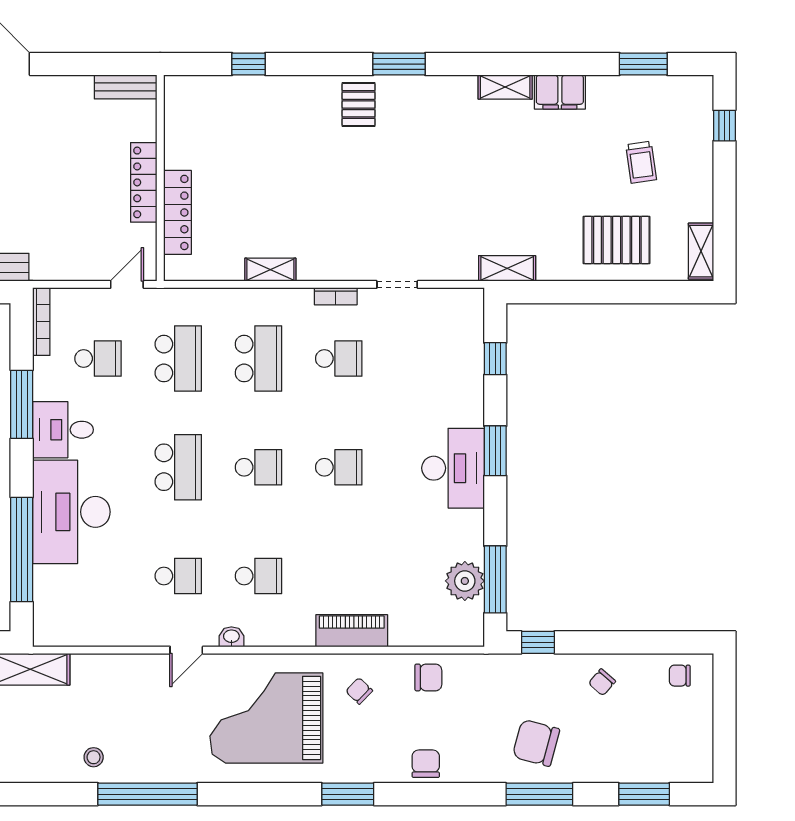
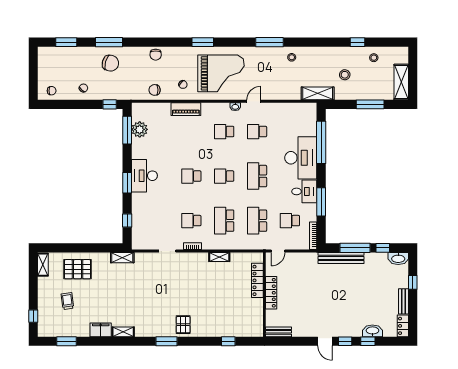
window: (148, 794) -> (270, 42), width x0.68
window: (348, 794) -> (203, 42), moved

